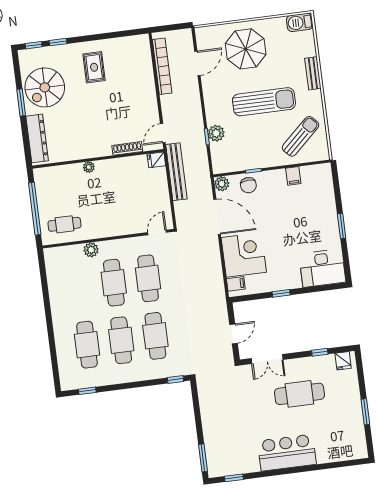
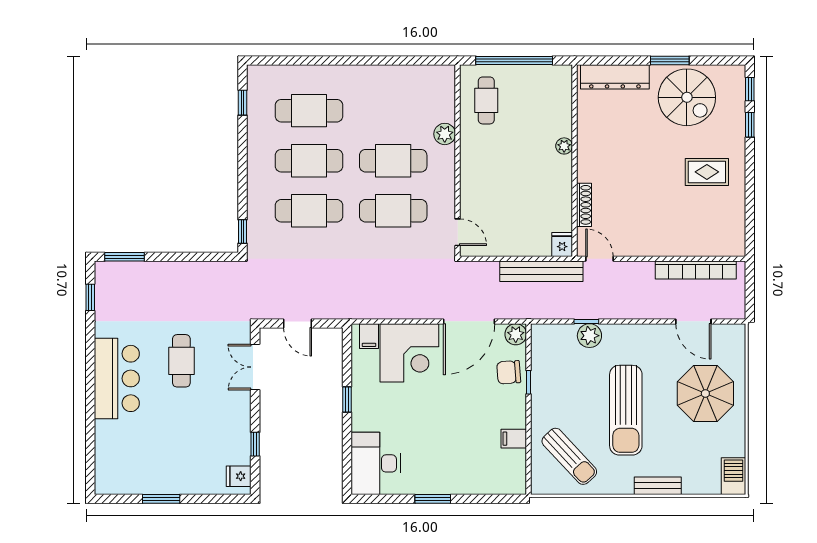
spiral stairs: (45, 87) -> (687, 97), turned 180
cafe table: (299, 394) -> (181, 361), moved, width x0.73, depth x0.74

